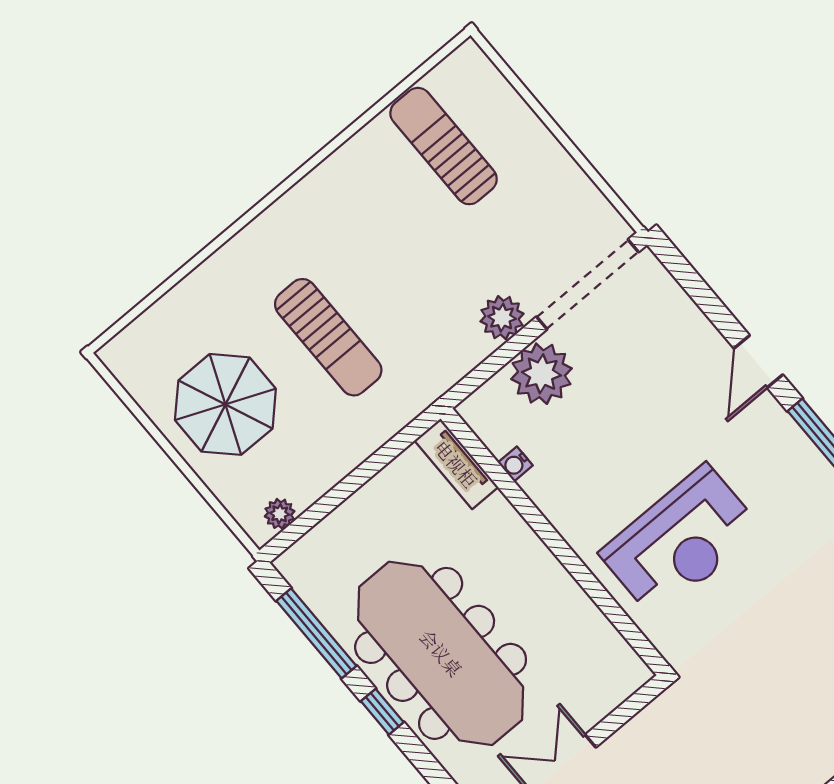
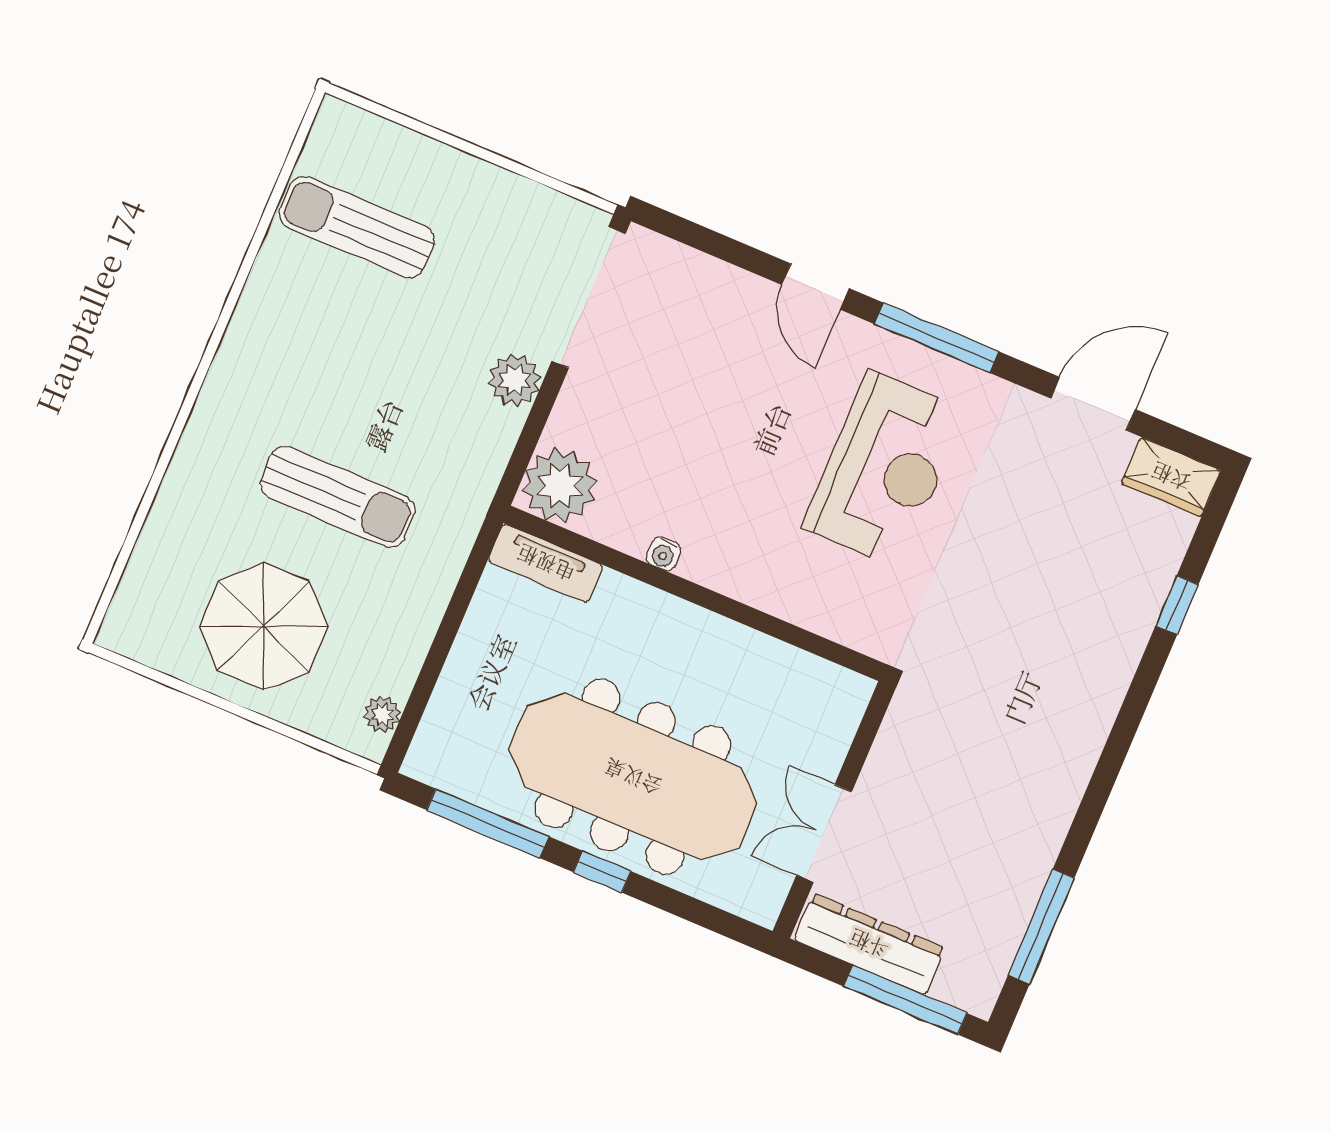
plant: (541, 374) -> (560, 486), moved
water cooler: (515, 464) -> (663, 554), moved
reception desk: (681, 541) -> (884, 469), moved

